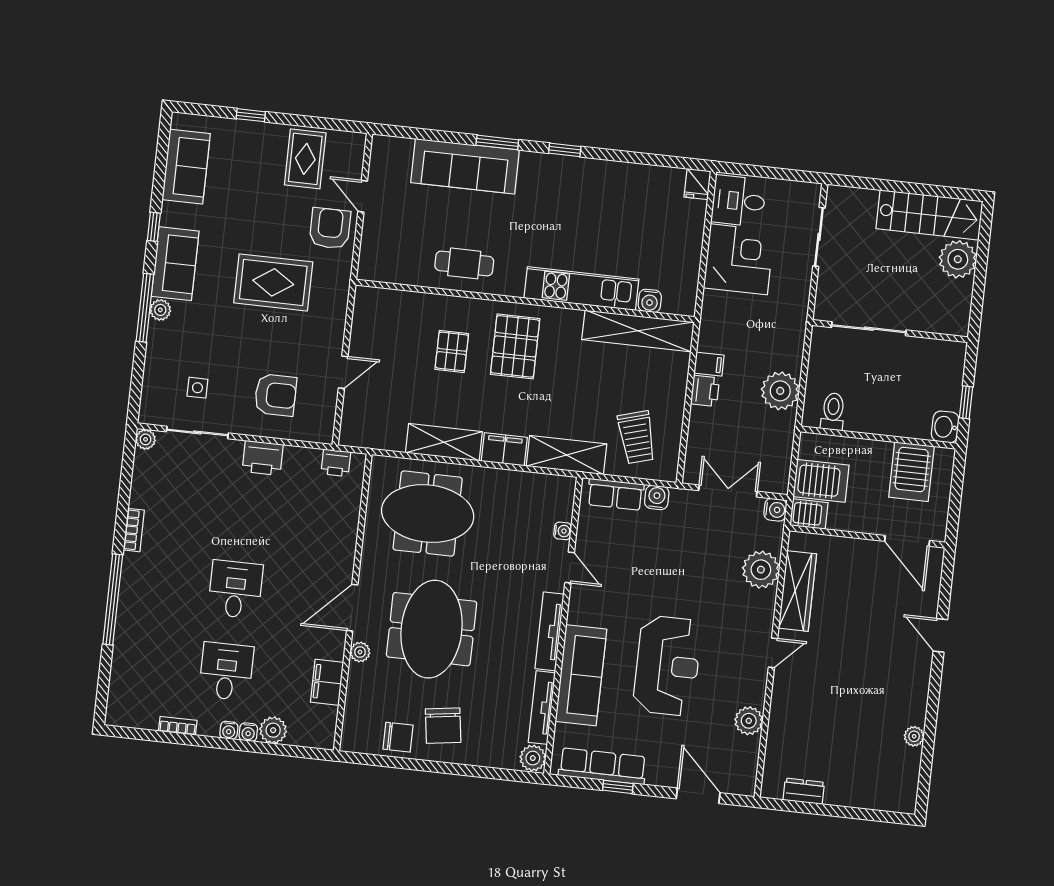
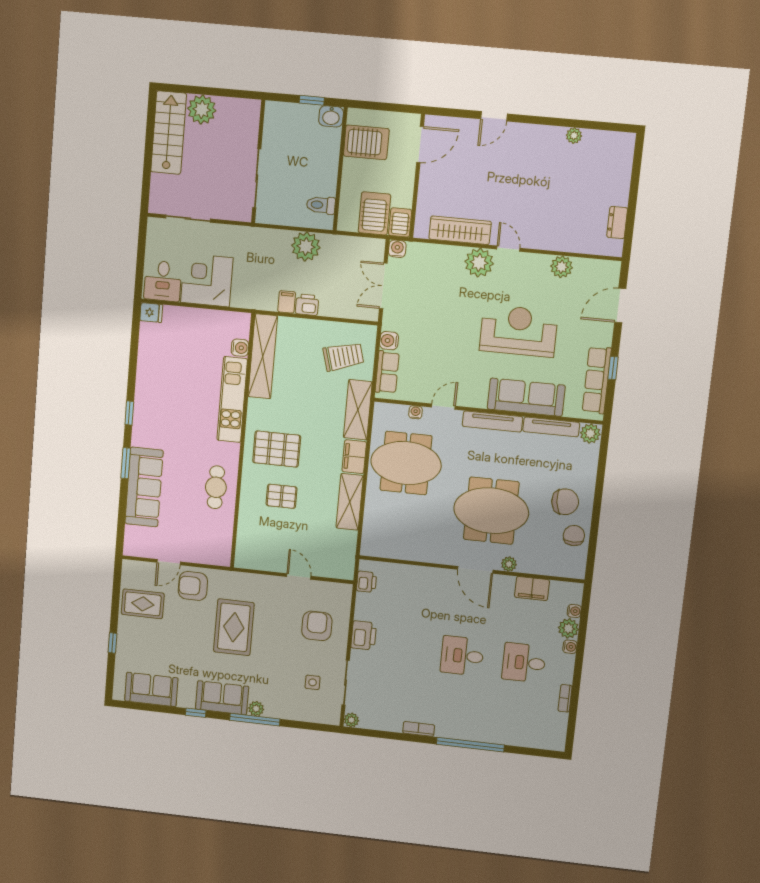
meeting table: (428, 514) -> (406, 463), moved, turned 90
plant: (761, 570) -> (479, 263), moved
water cooler: (229, 730) -> (574, 611), moved

